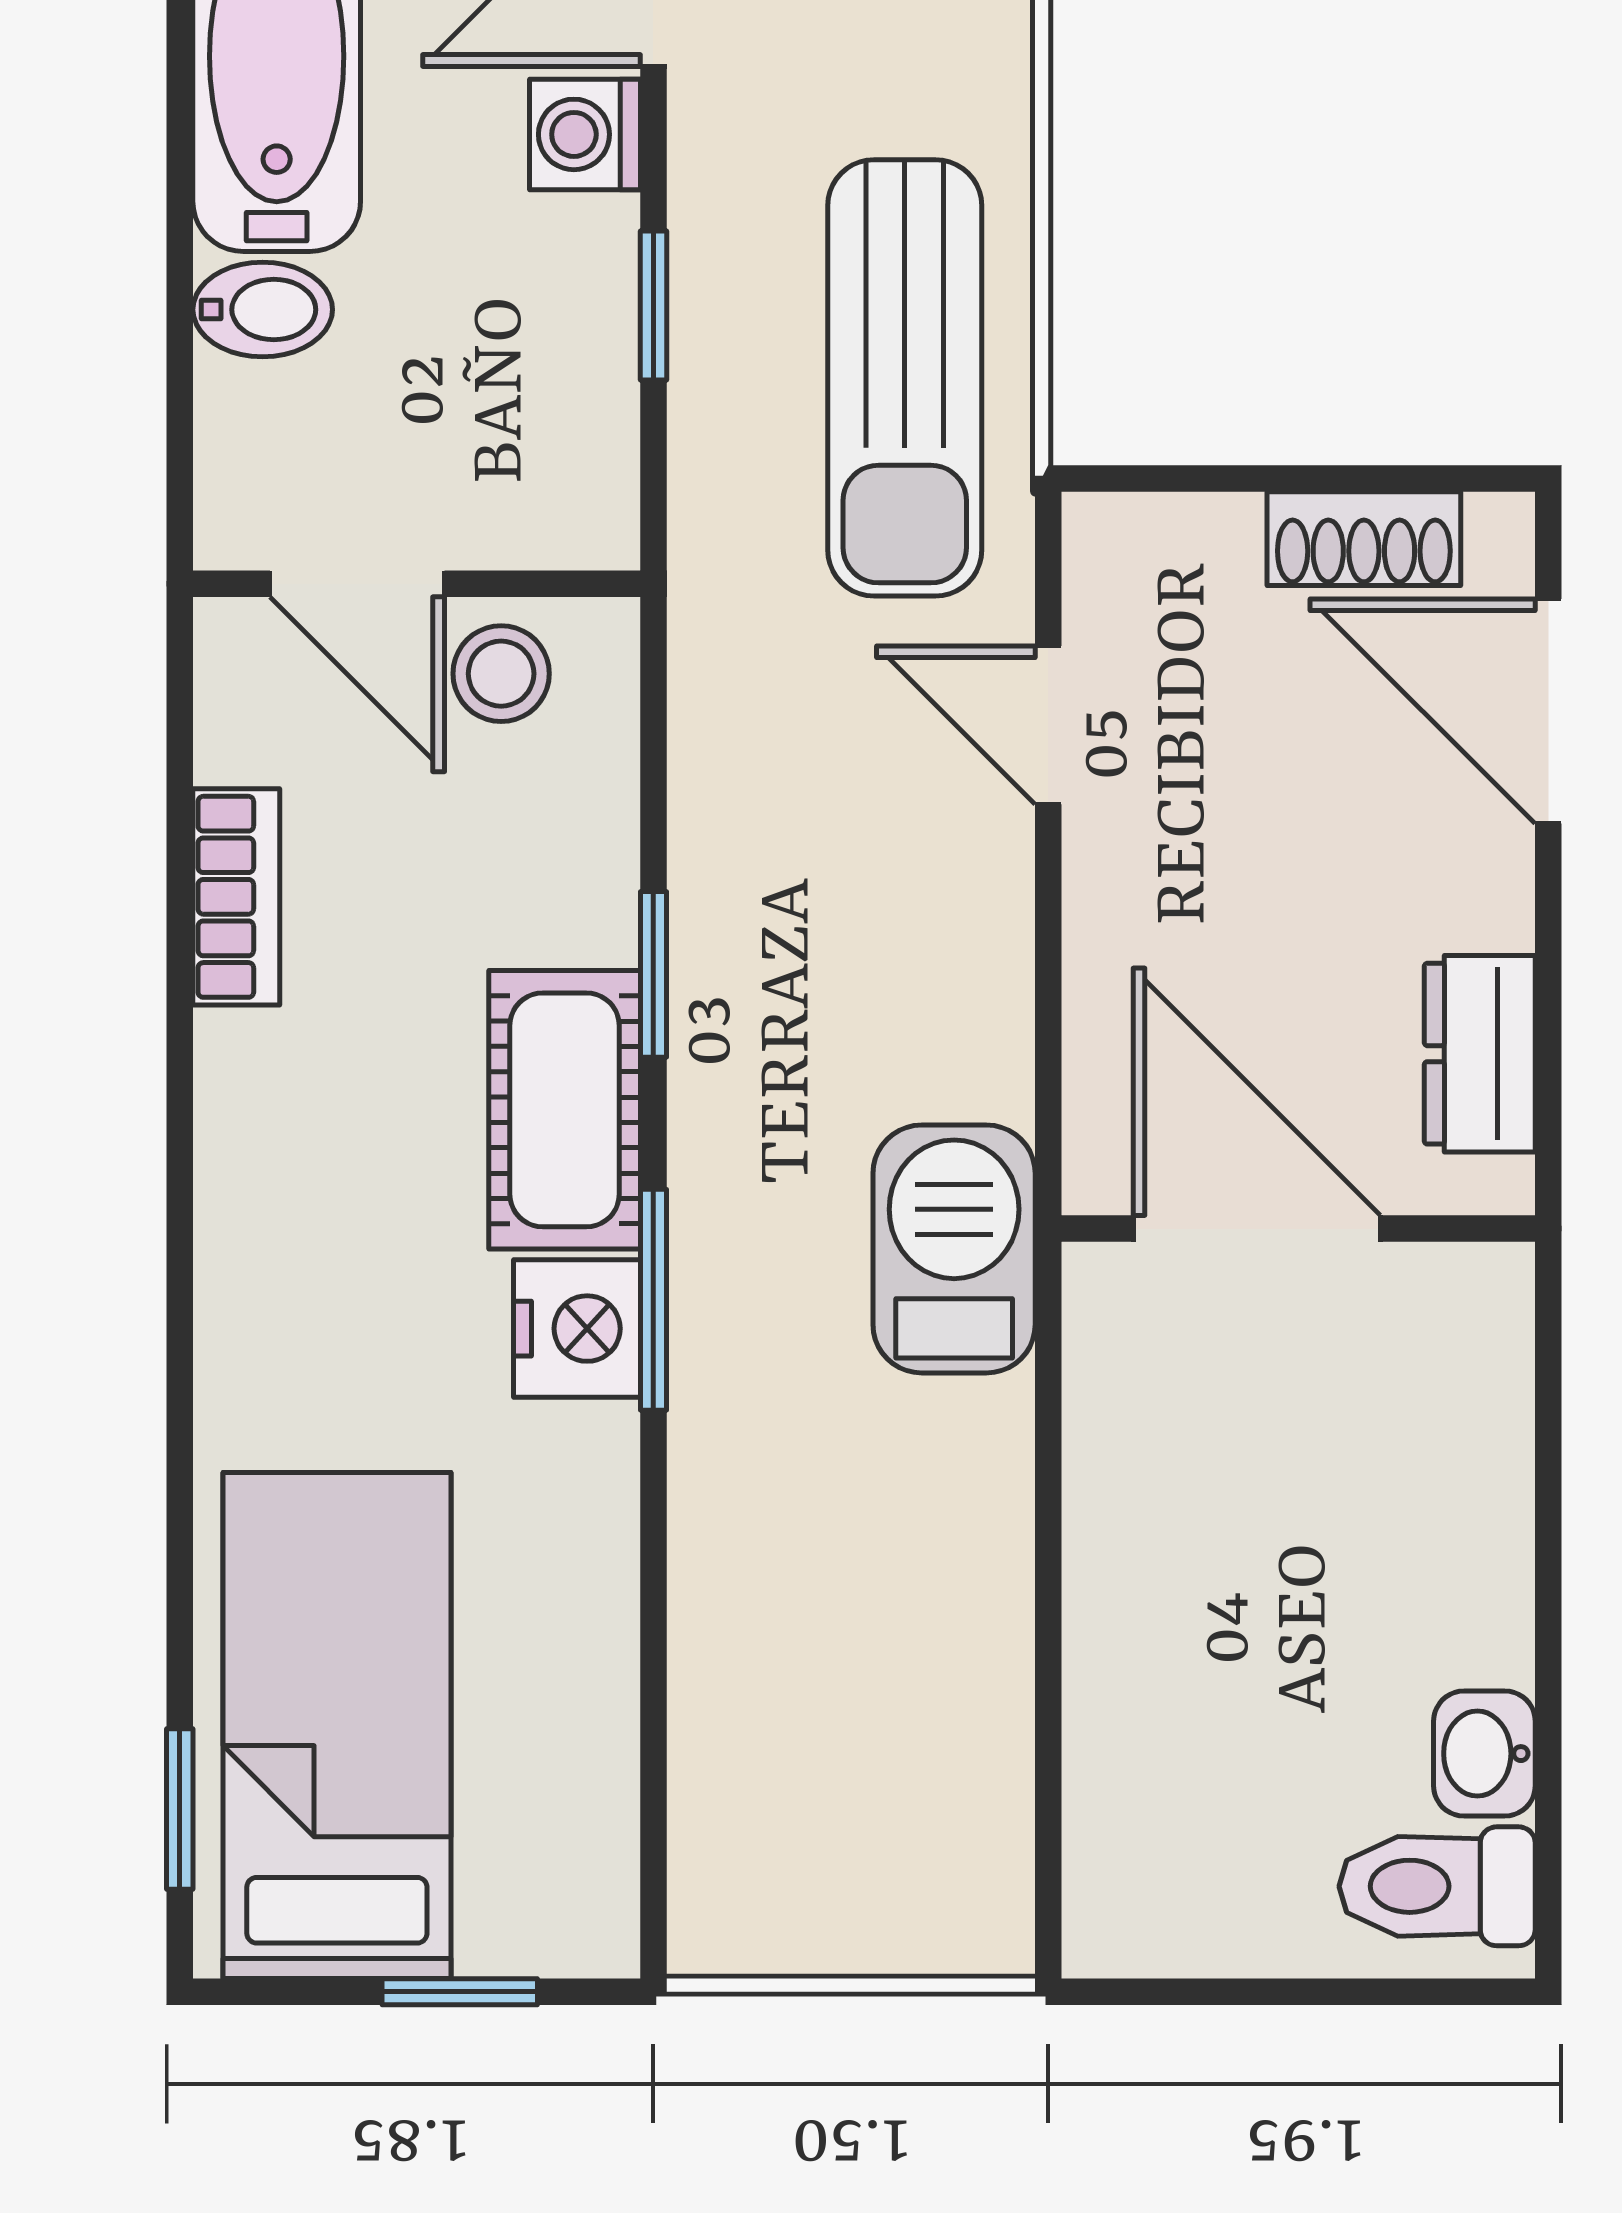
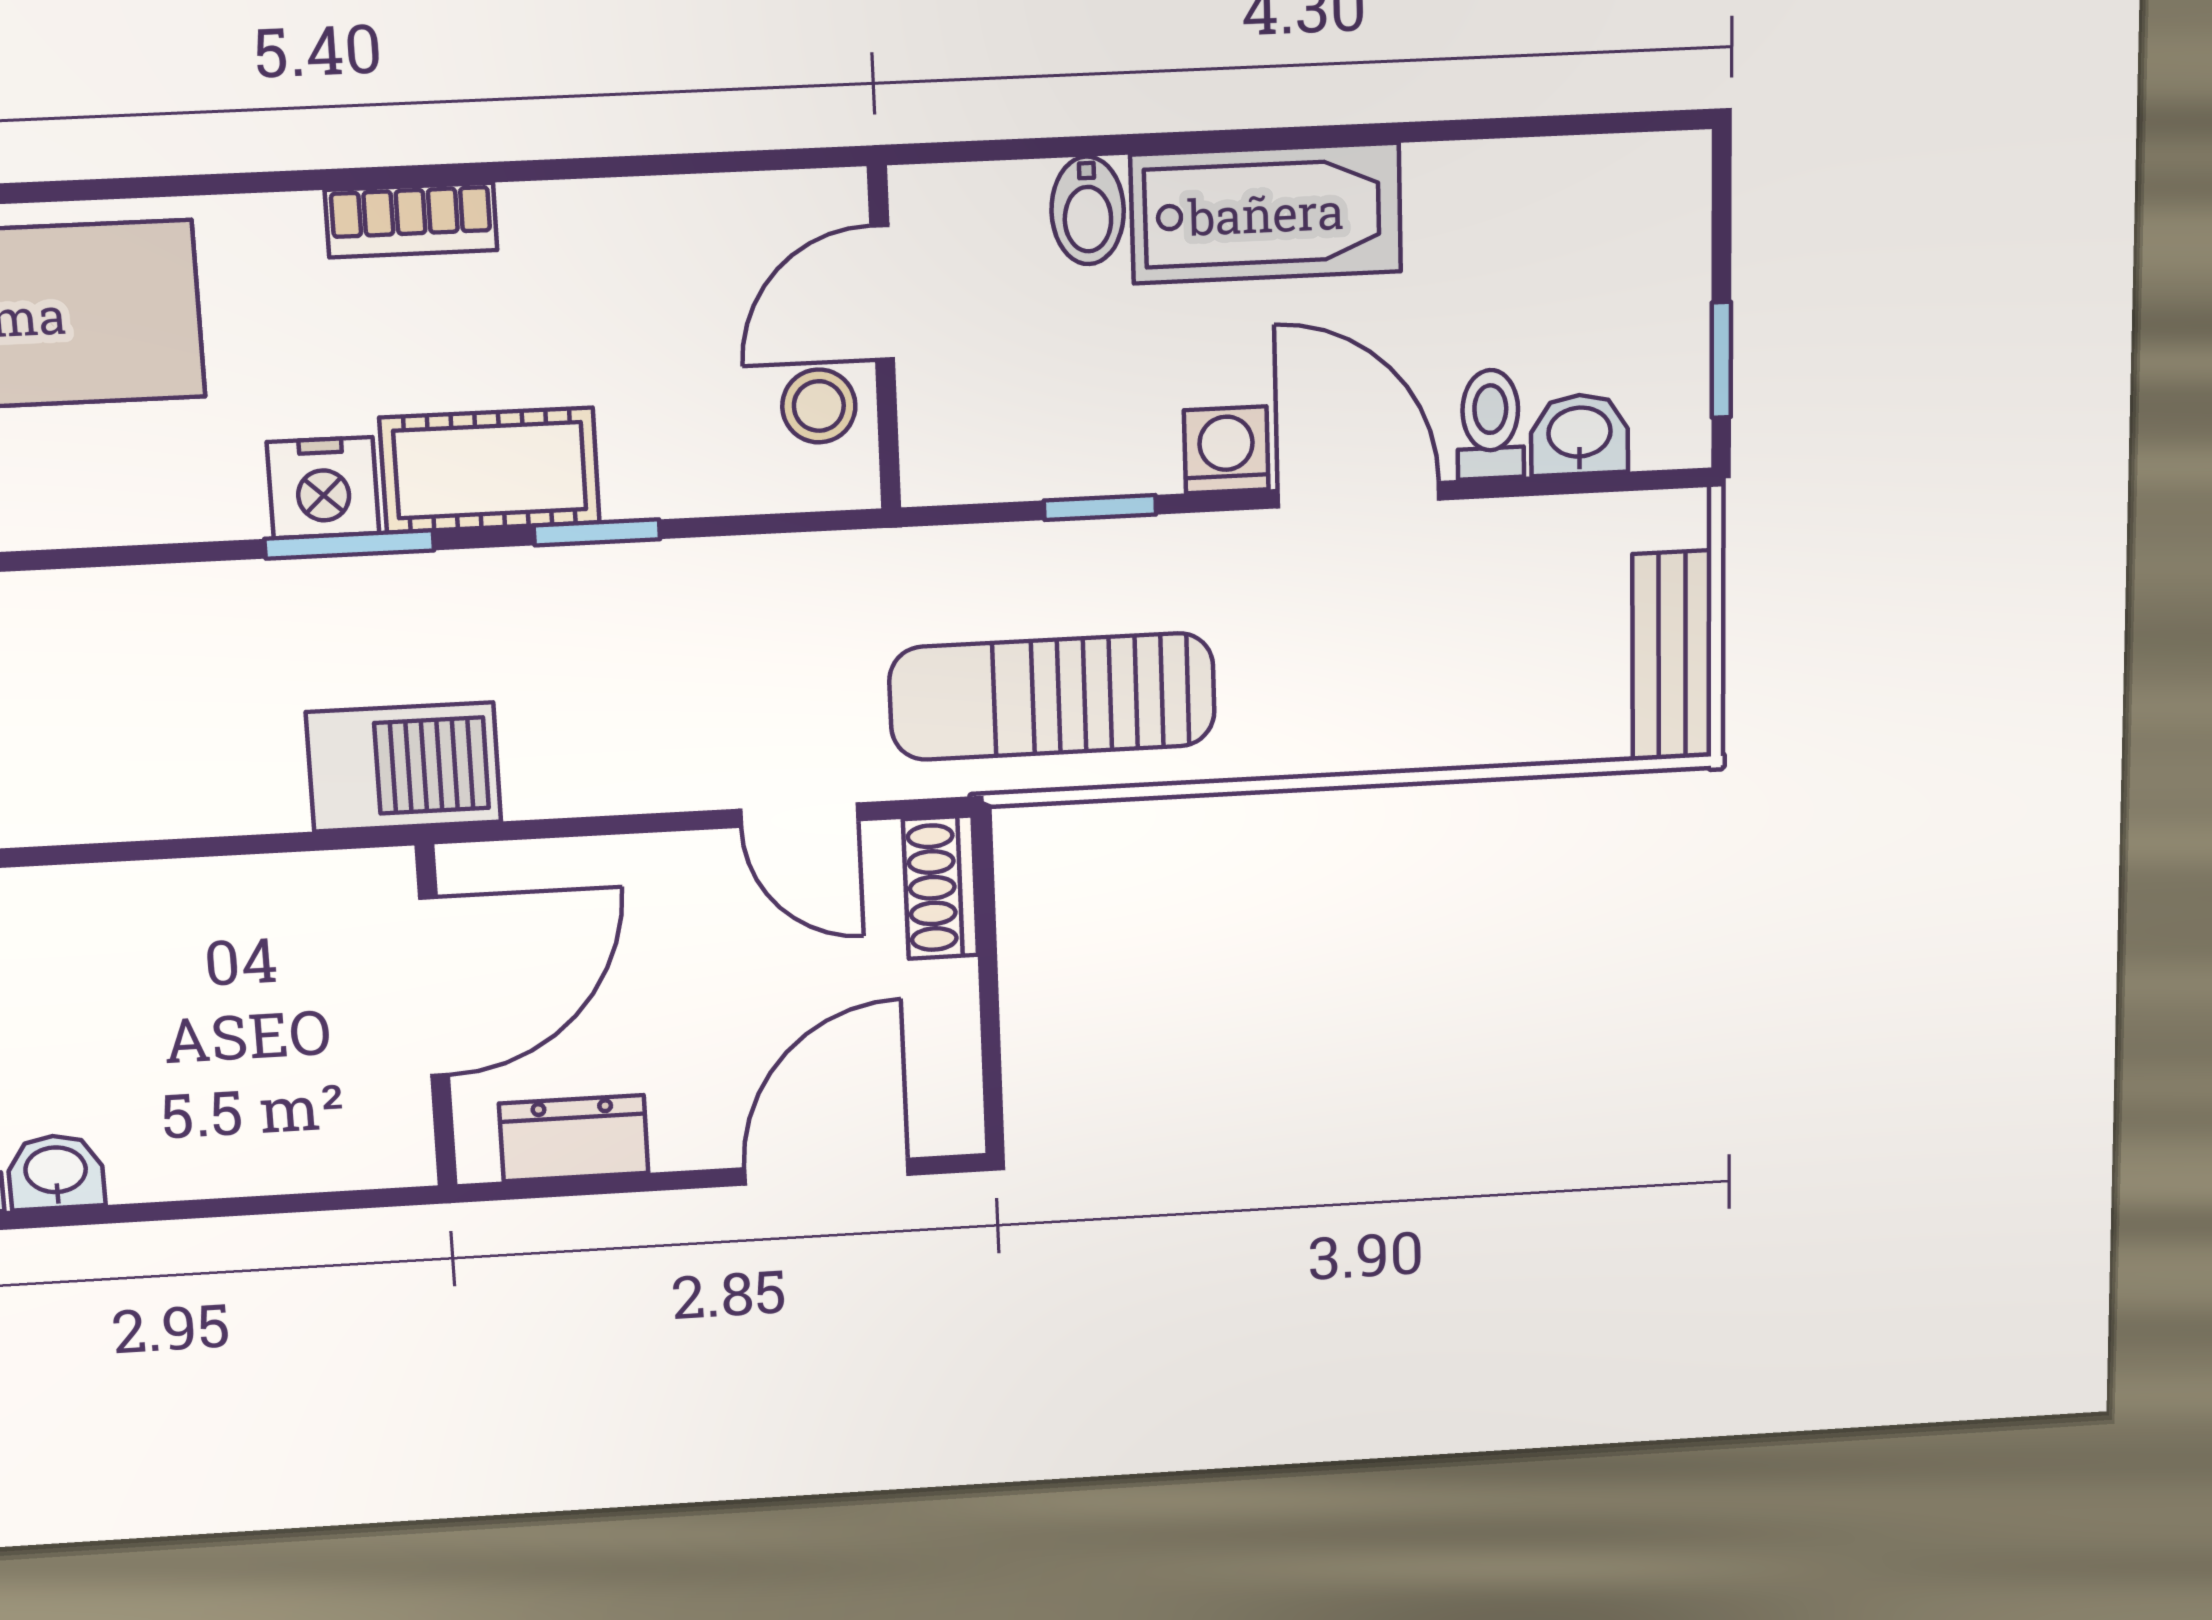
shoe rack: (1364, 539) -> (941, 887), moved
door: (1048, 725) -> (799, 815), swing flipped
bookcase: (236, 897) -> (411, 220), moved

